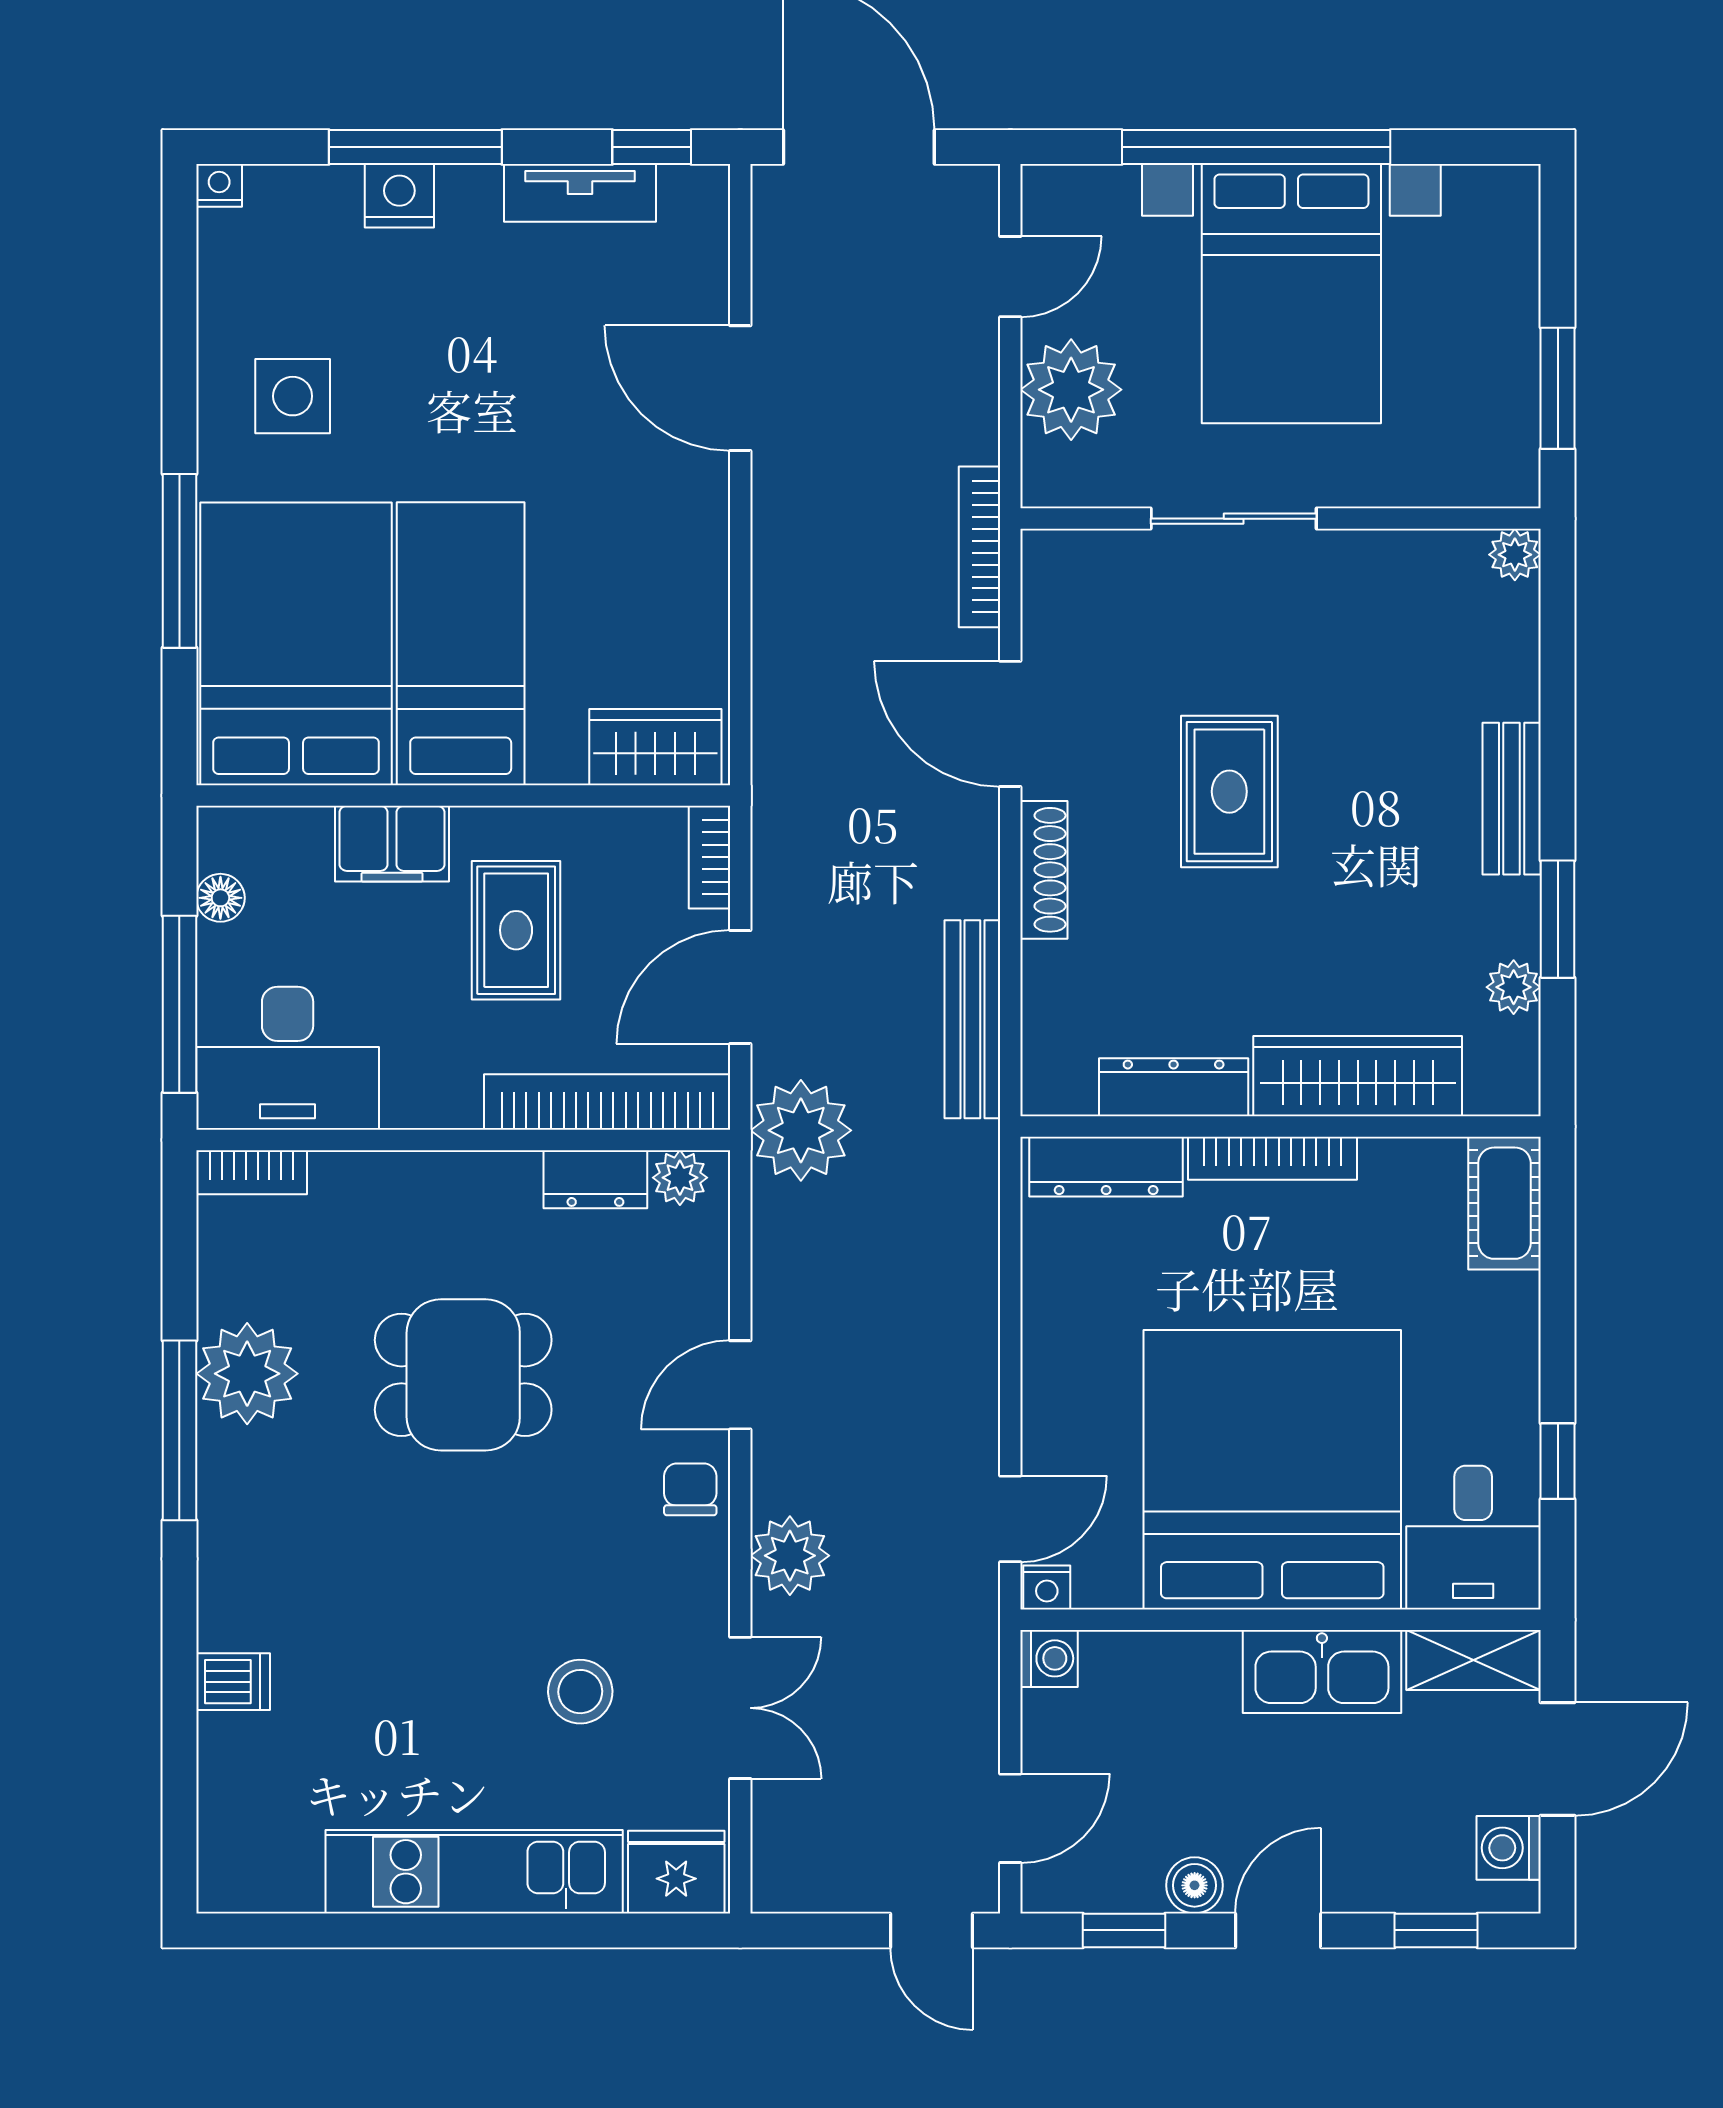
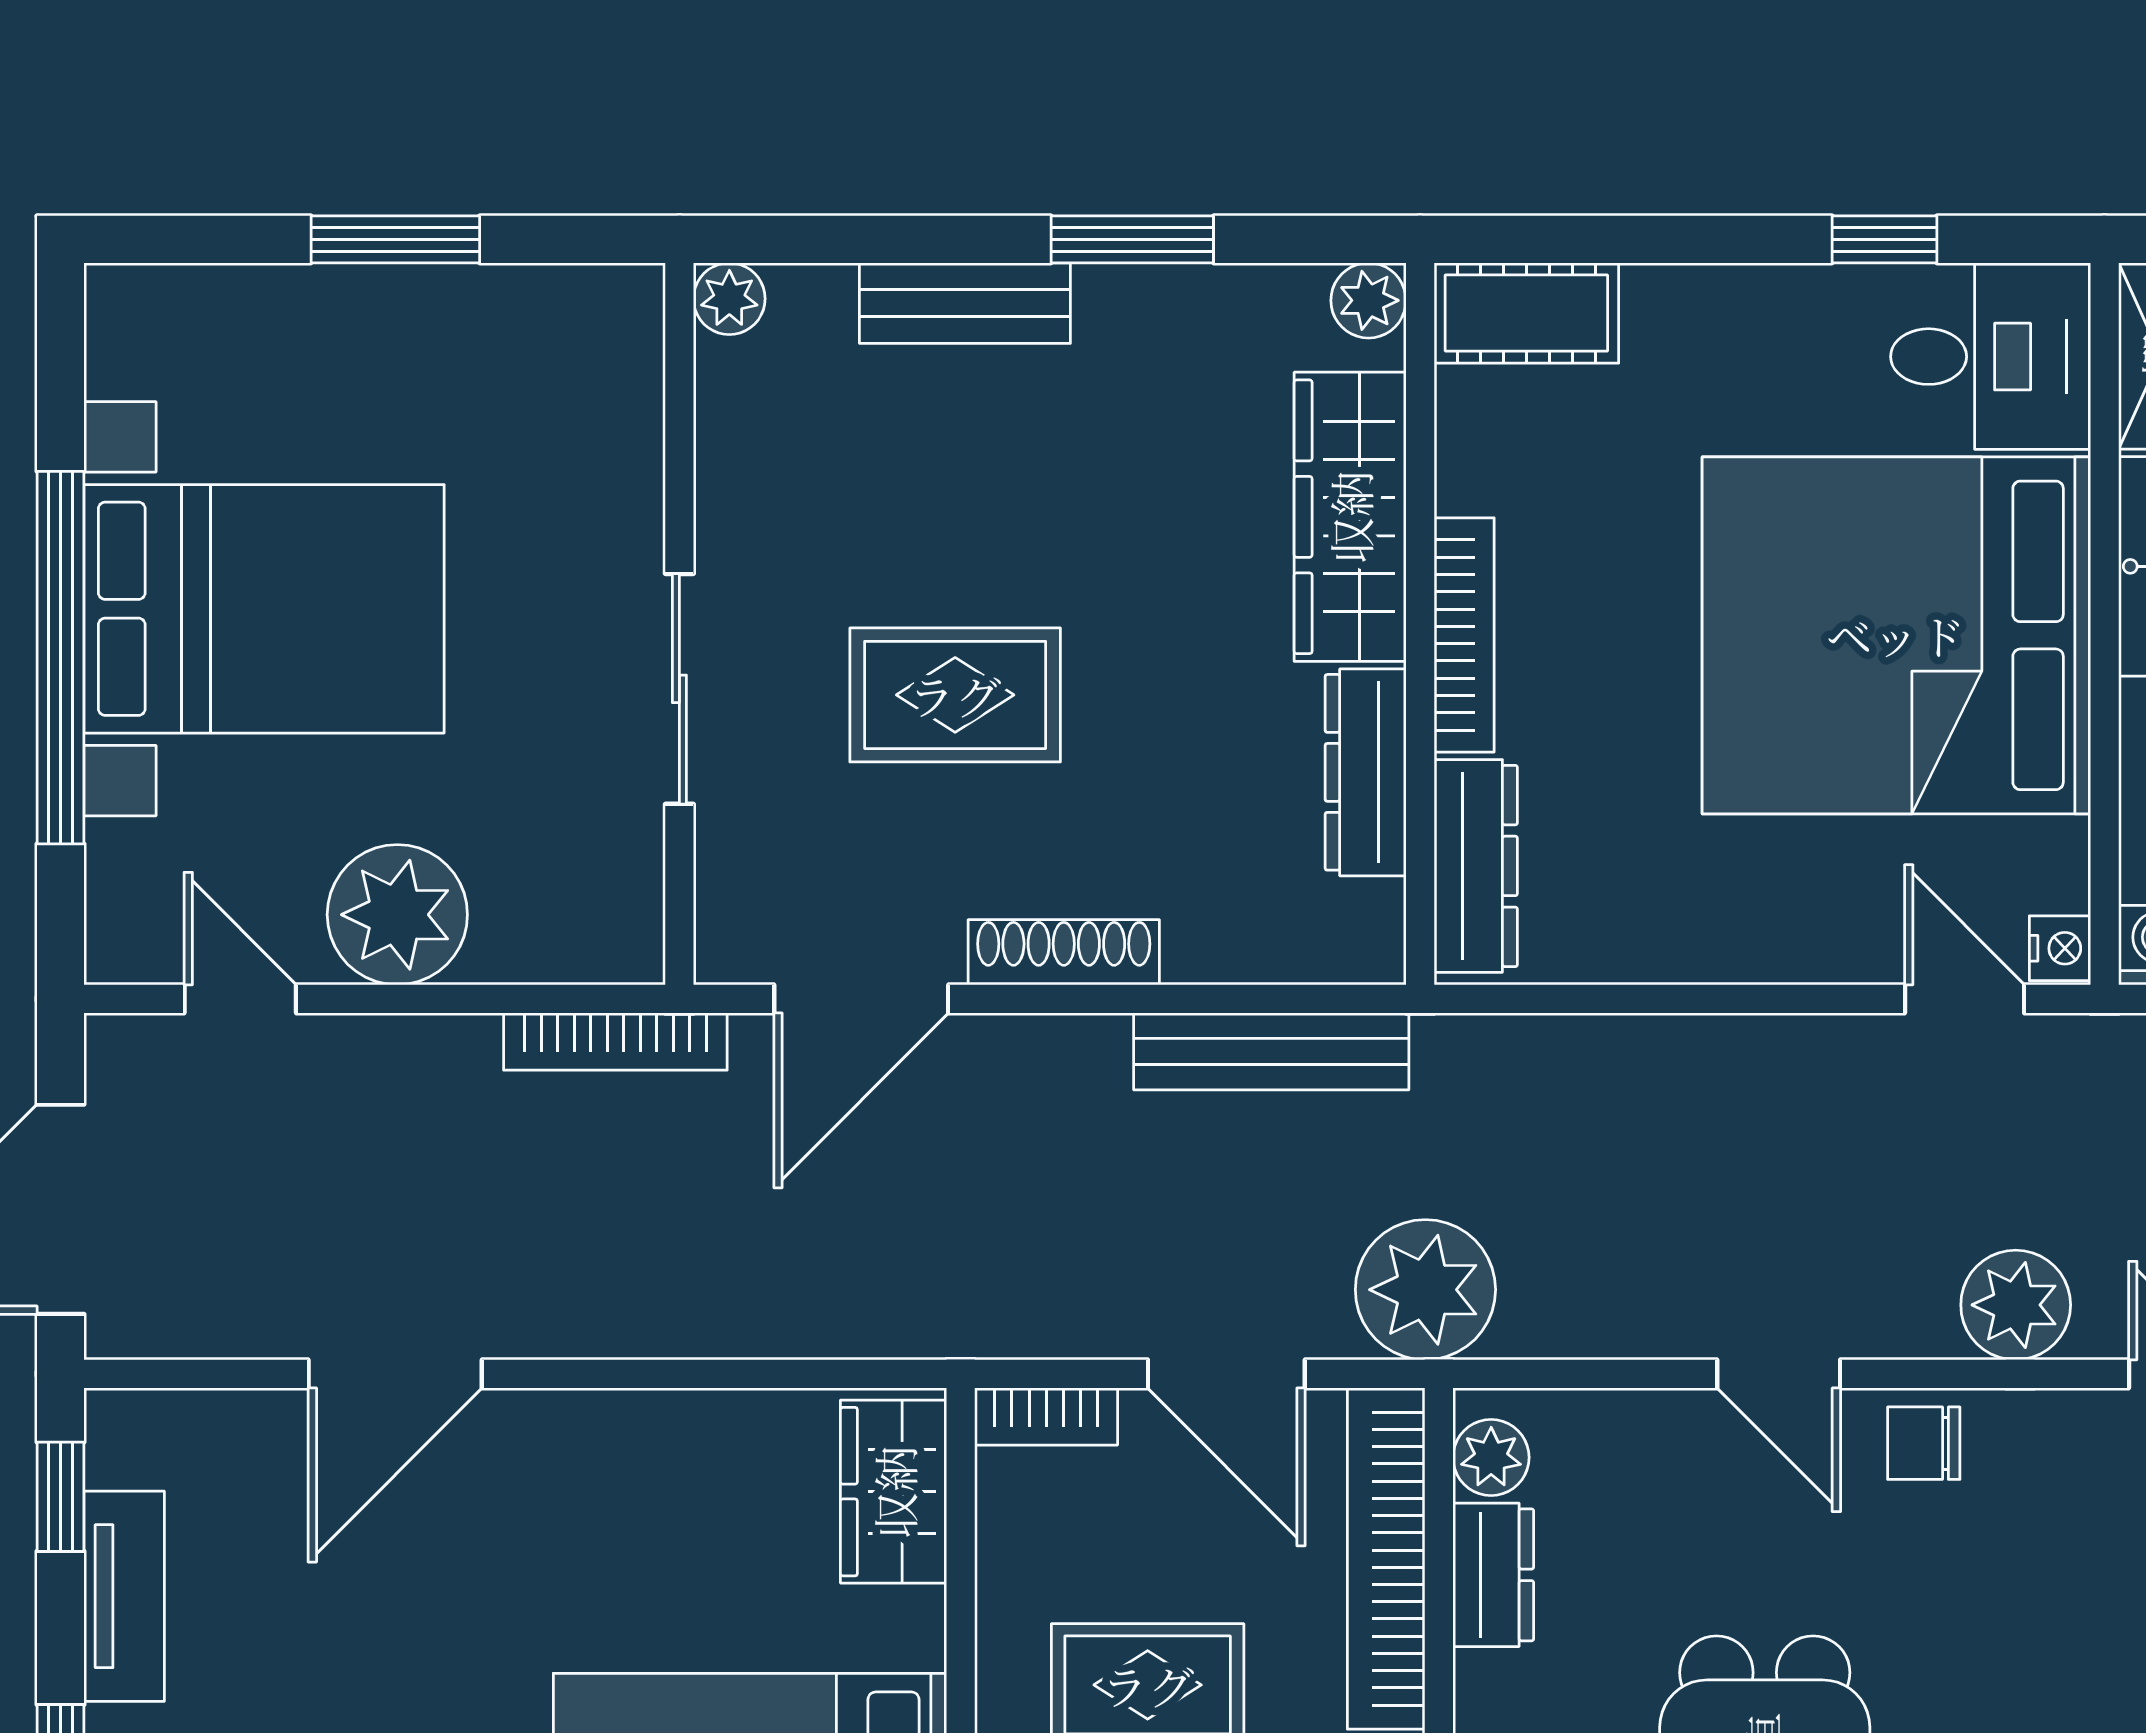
sliding door: (1234, 519) -> (679, 689), moved
wall: (1281, 519) -> (679, 624), moved
plant: (1515, 555) -> (729, 299), moved
plant: (1514, 987) -> (1368, 300), moved

